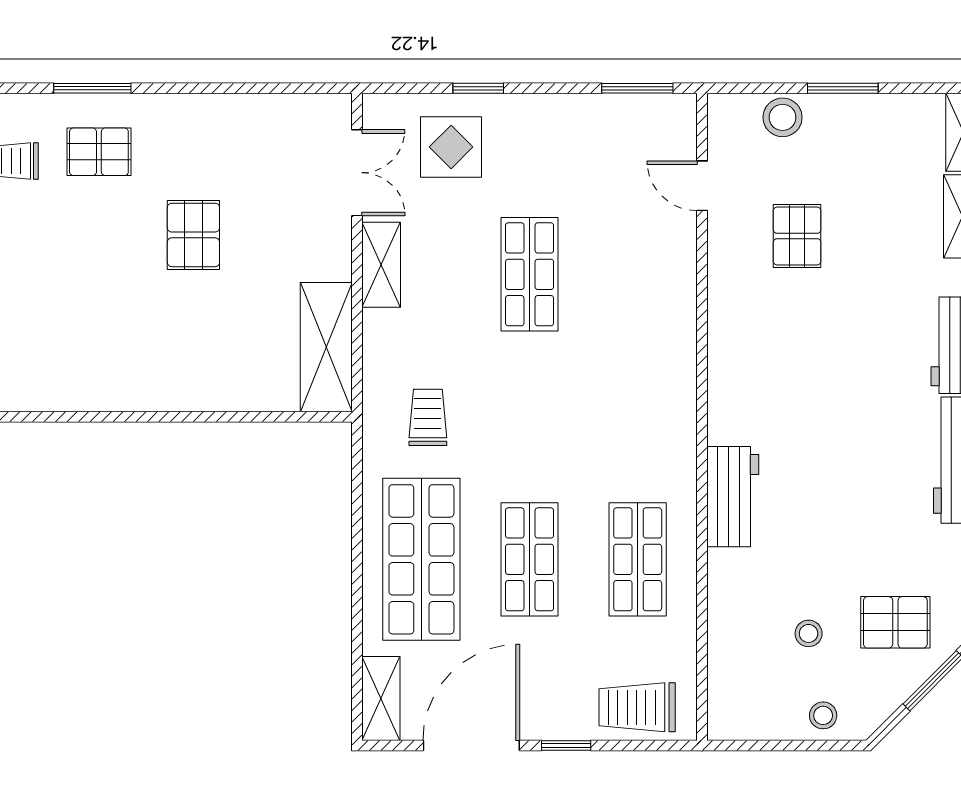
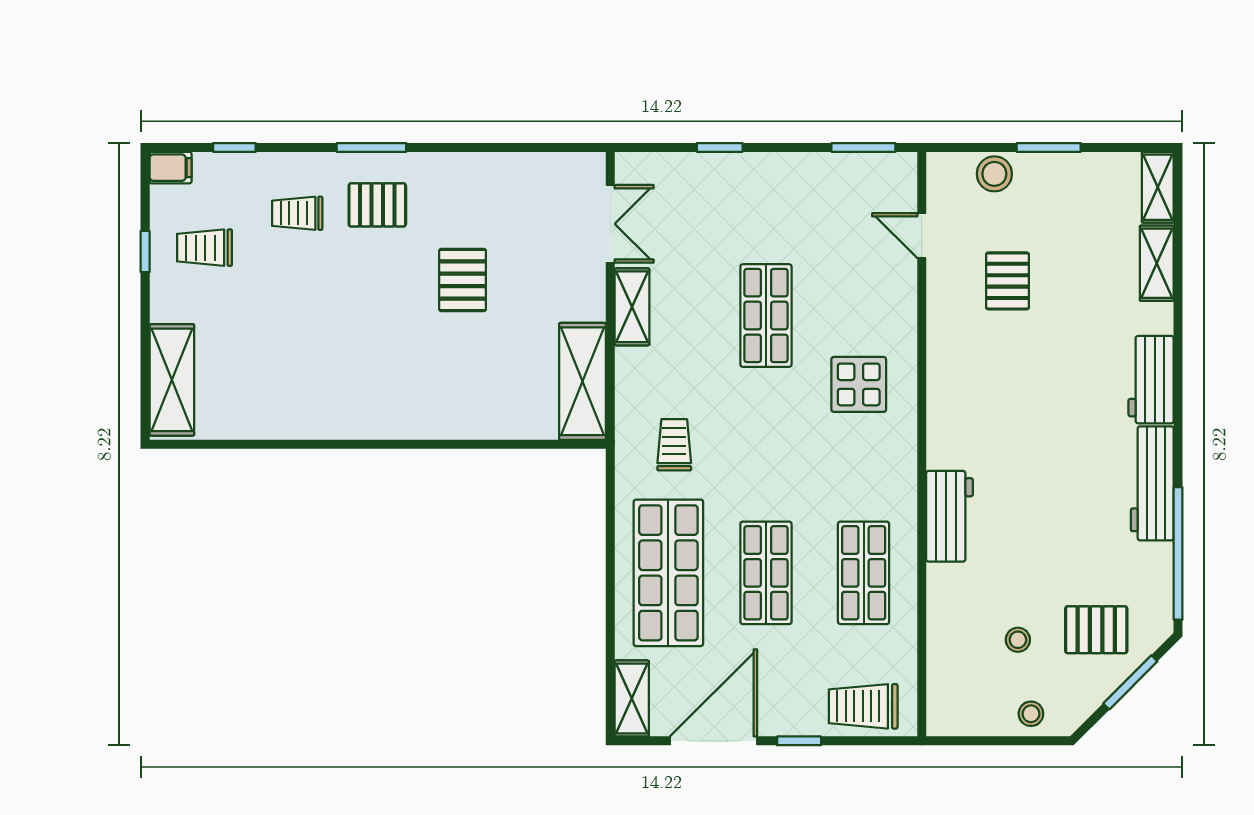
display table: (451, 147) -> (859, 384), moved

